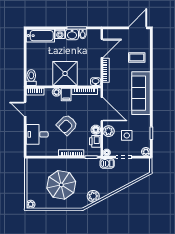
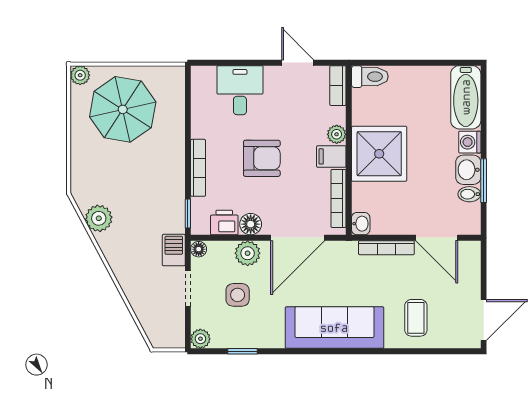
door: (138, 28) -> (484, 320), hinge flipped
door: (25, 109) -> (298, 63), hinge flipped
armchair: (67, 125) -> (262, 158), turned 135
parasol: (61, 185) -> (123, 109), moved

